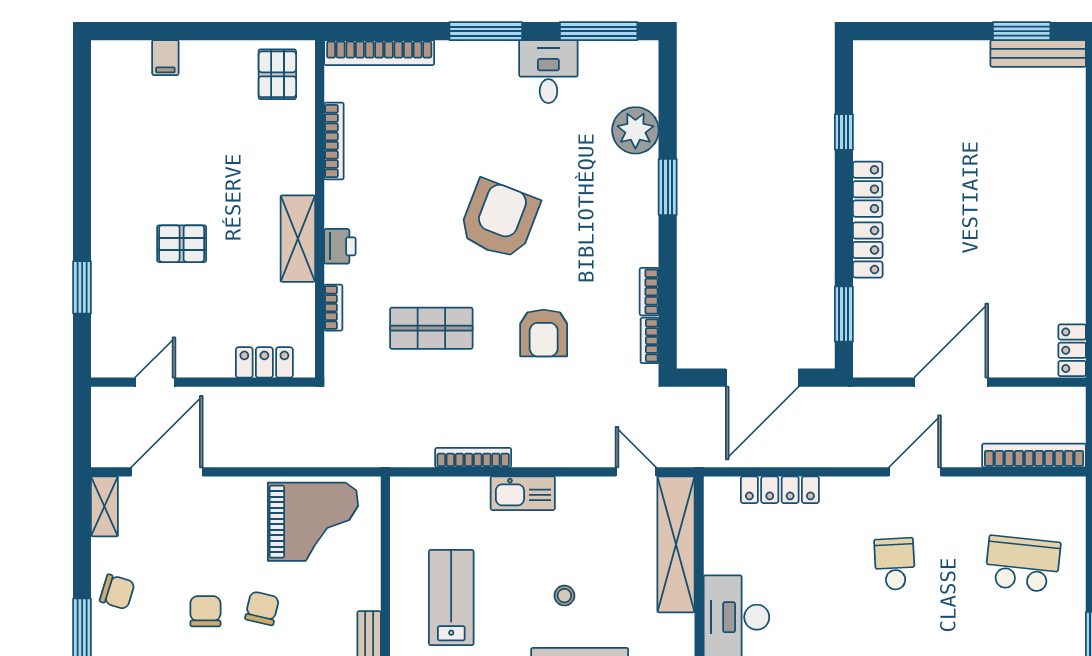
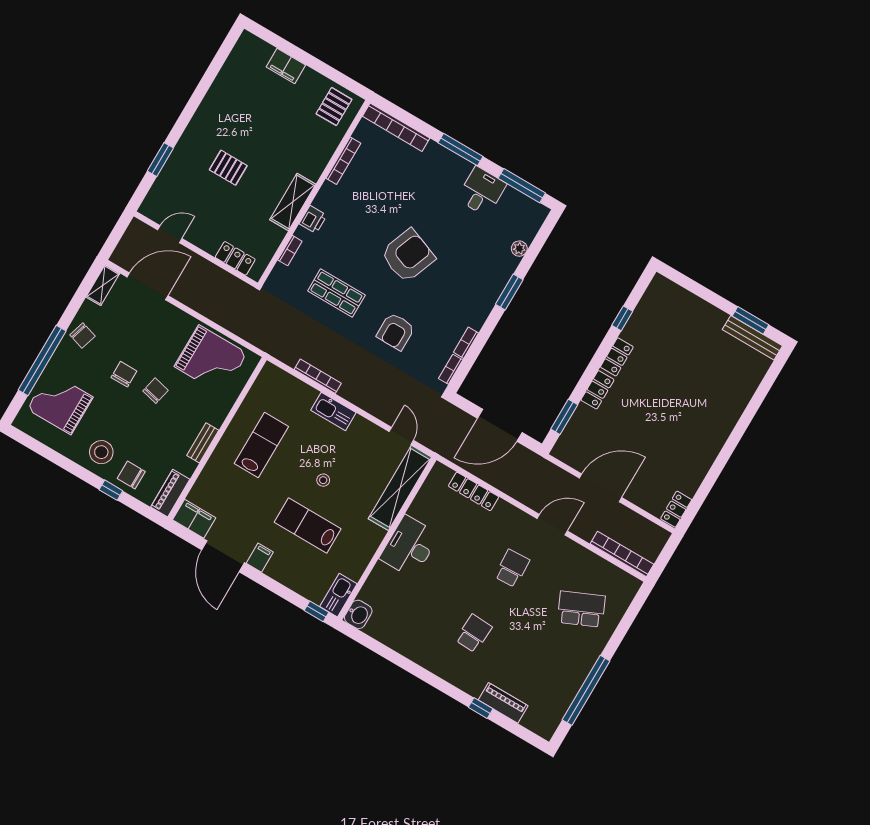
filing cabinet: (165, 58) -> (286, 66), width x2.00
plant: (635, 130) -> (519, 249), width x0.53, depth x0.53
school desk: (1023, 564) -> (581, 609), turned -30

